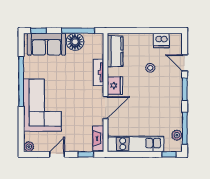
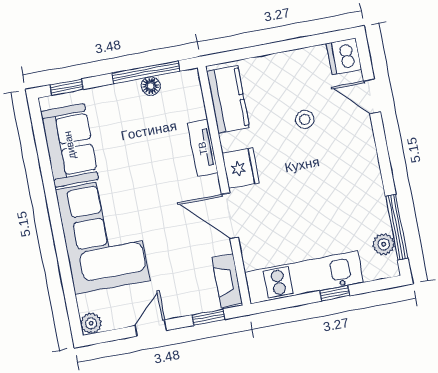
dishwasher: (161, 41) -> (344, 56), moved, turned 90
floor lamp: (75, 42) -> (151, 86), width x0.53, depth x0.53
sofa: (46, 44) -> (70, 145), moved, turned -90
window: (21, 81) -> (51, 195), removed
window: (185, 89) -> (382, 149), removed
door: (105, 108) -> (230, 216), swing flipped
window: (169, 154) -> (335, 293), moved

